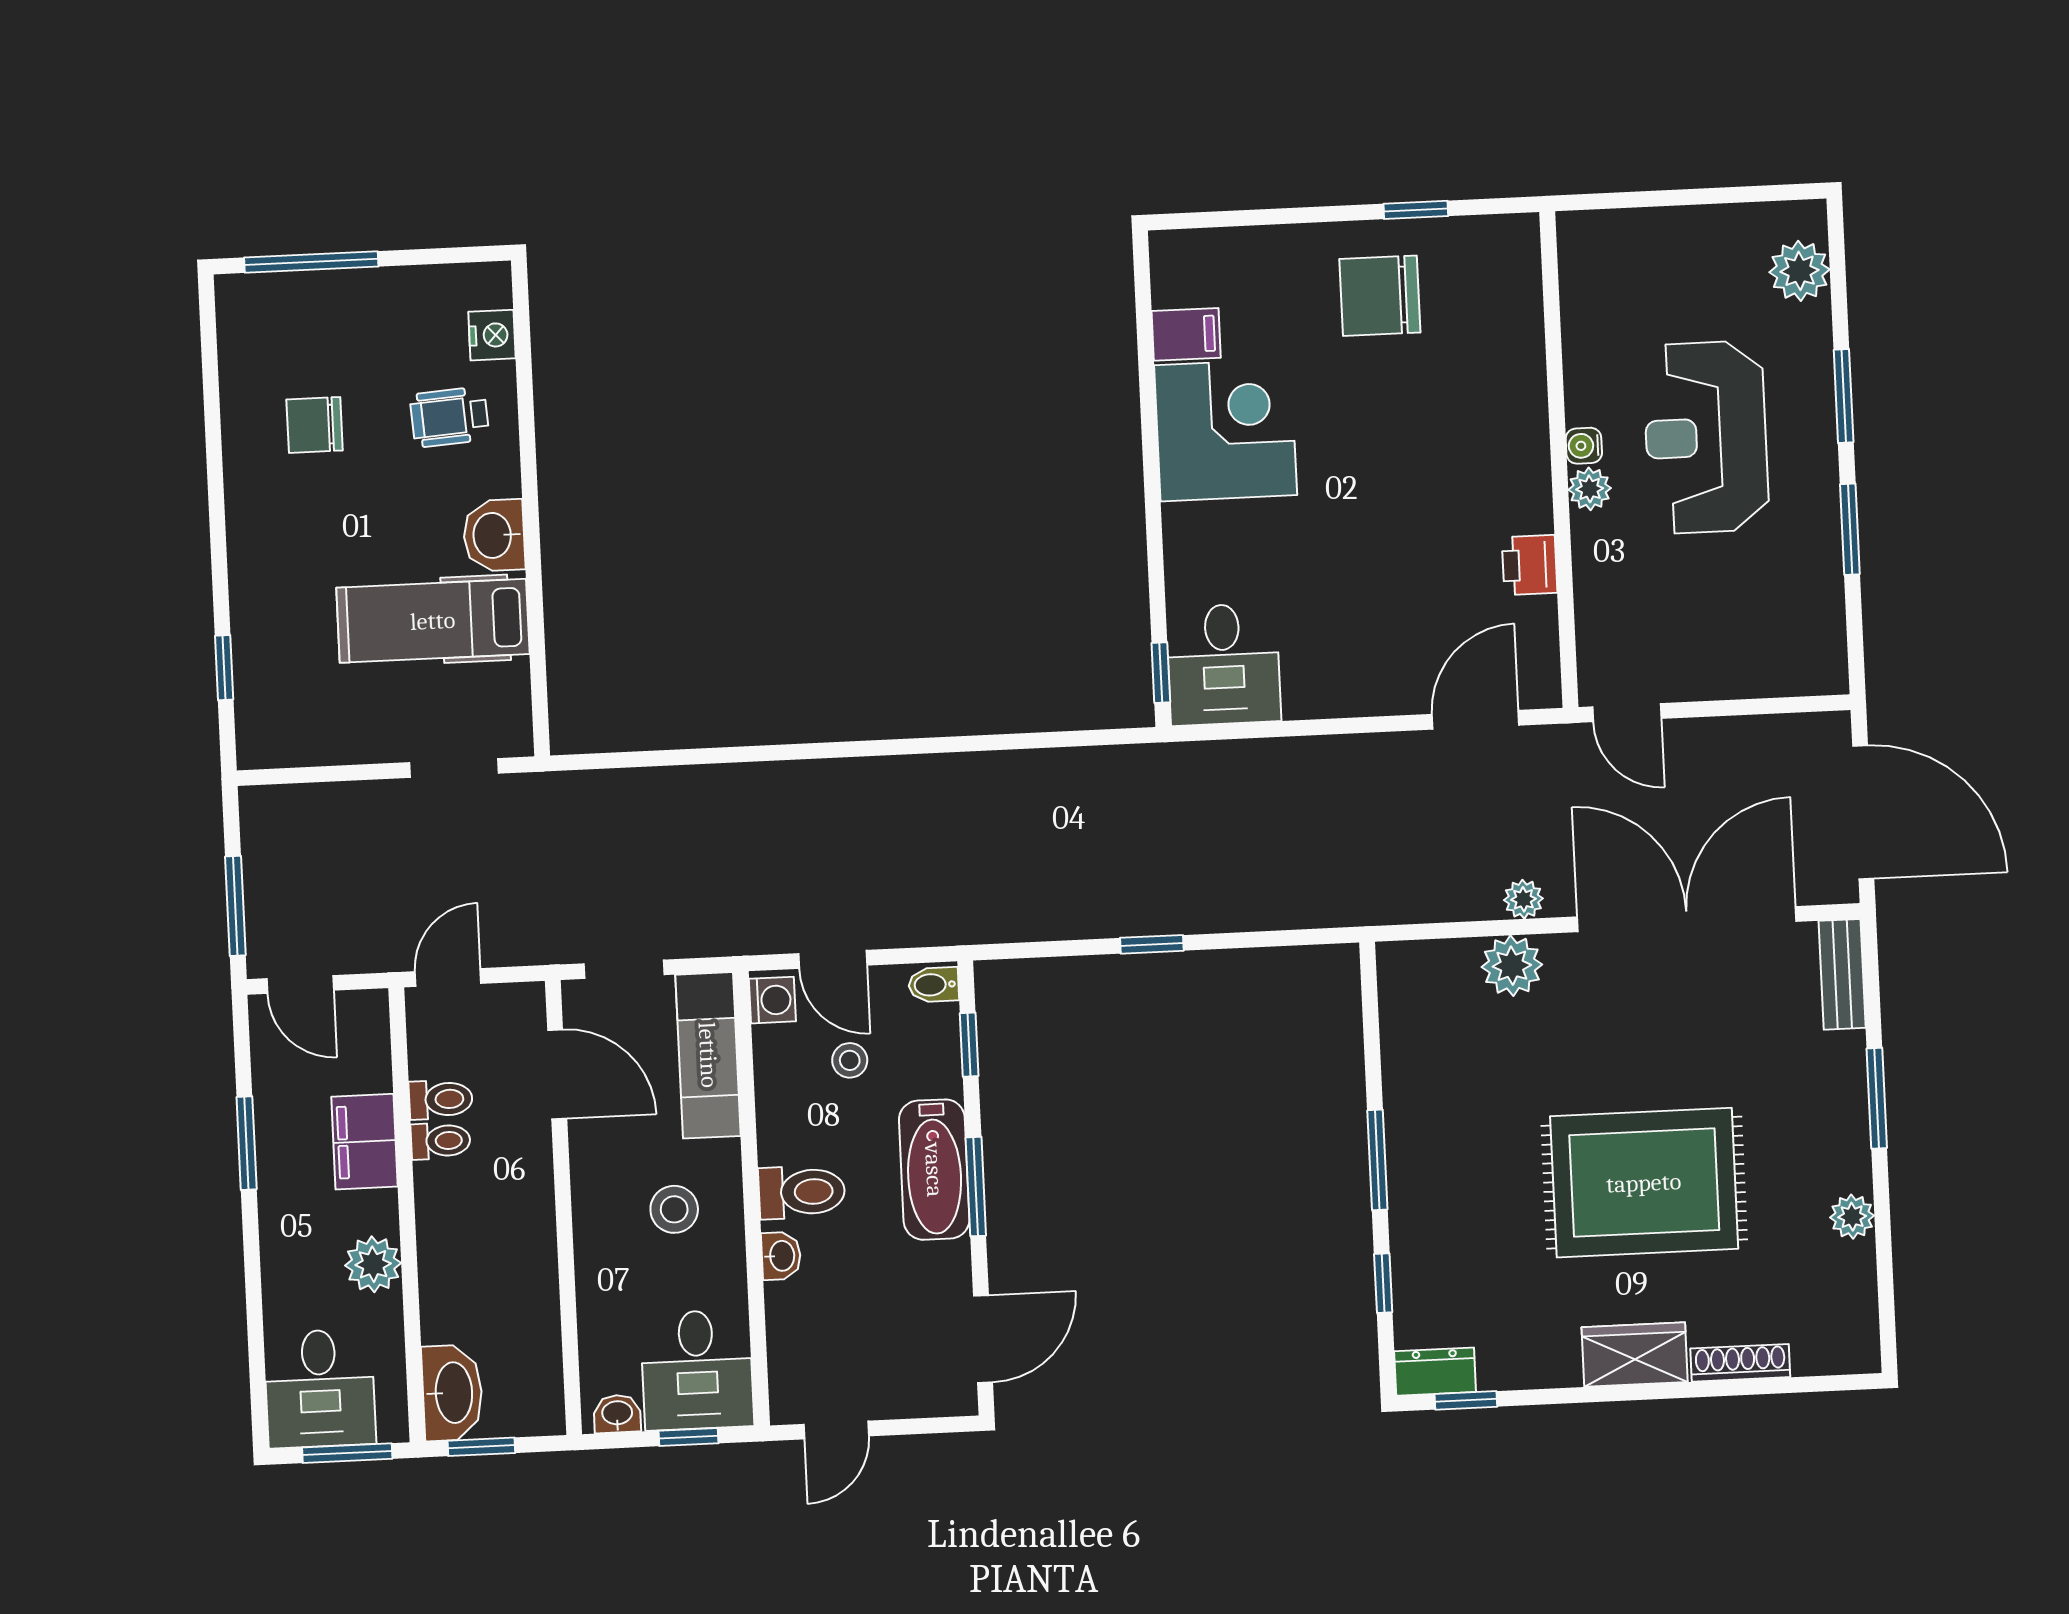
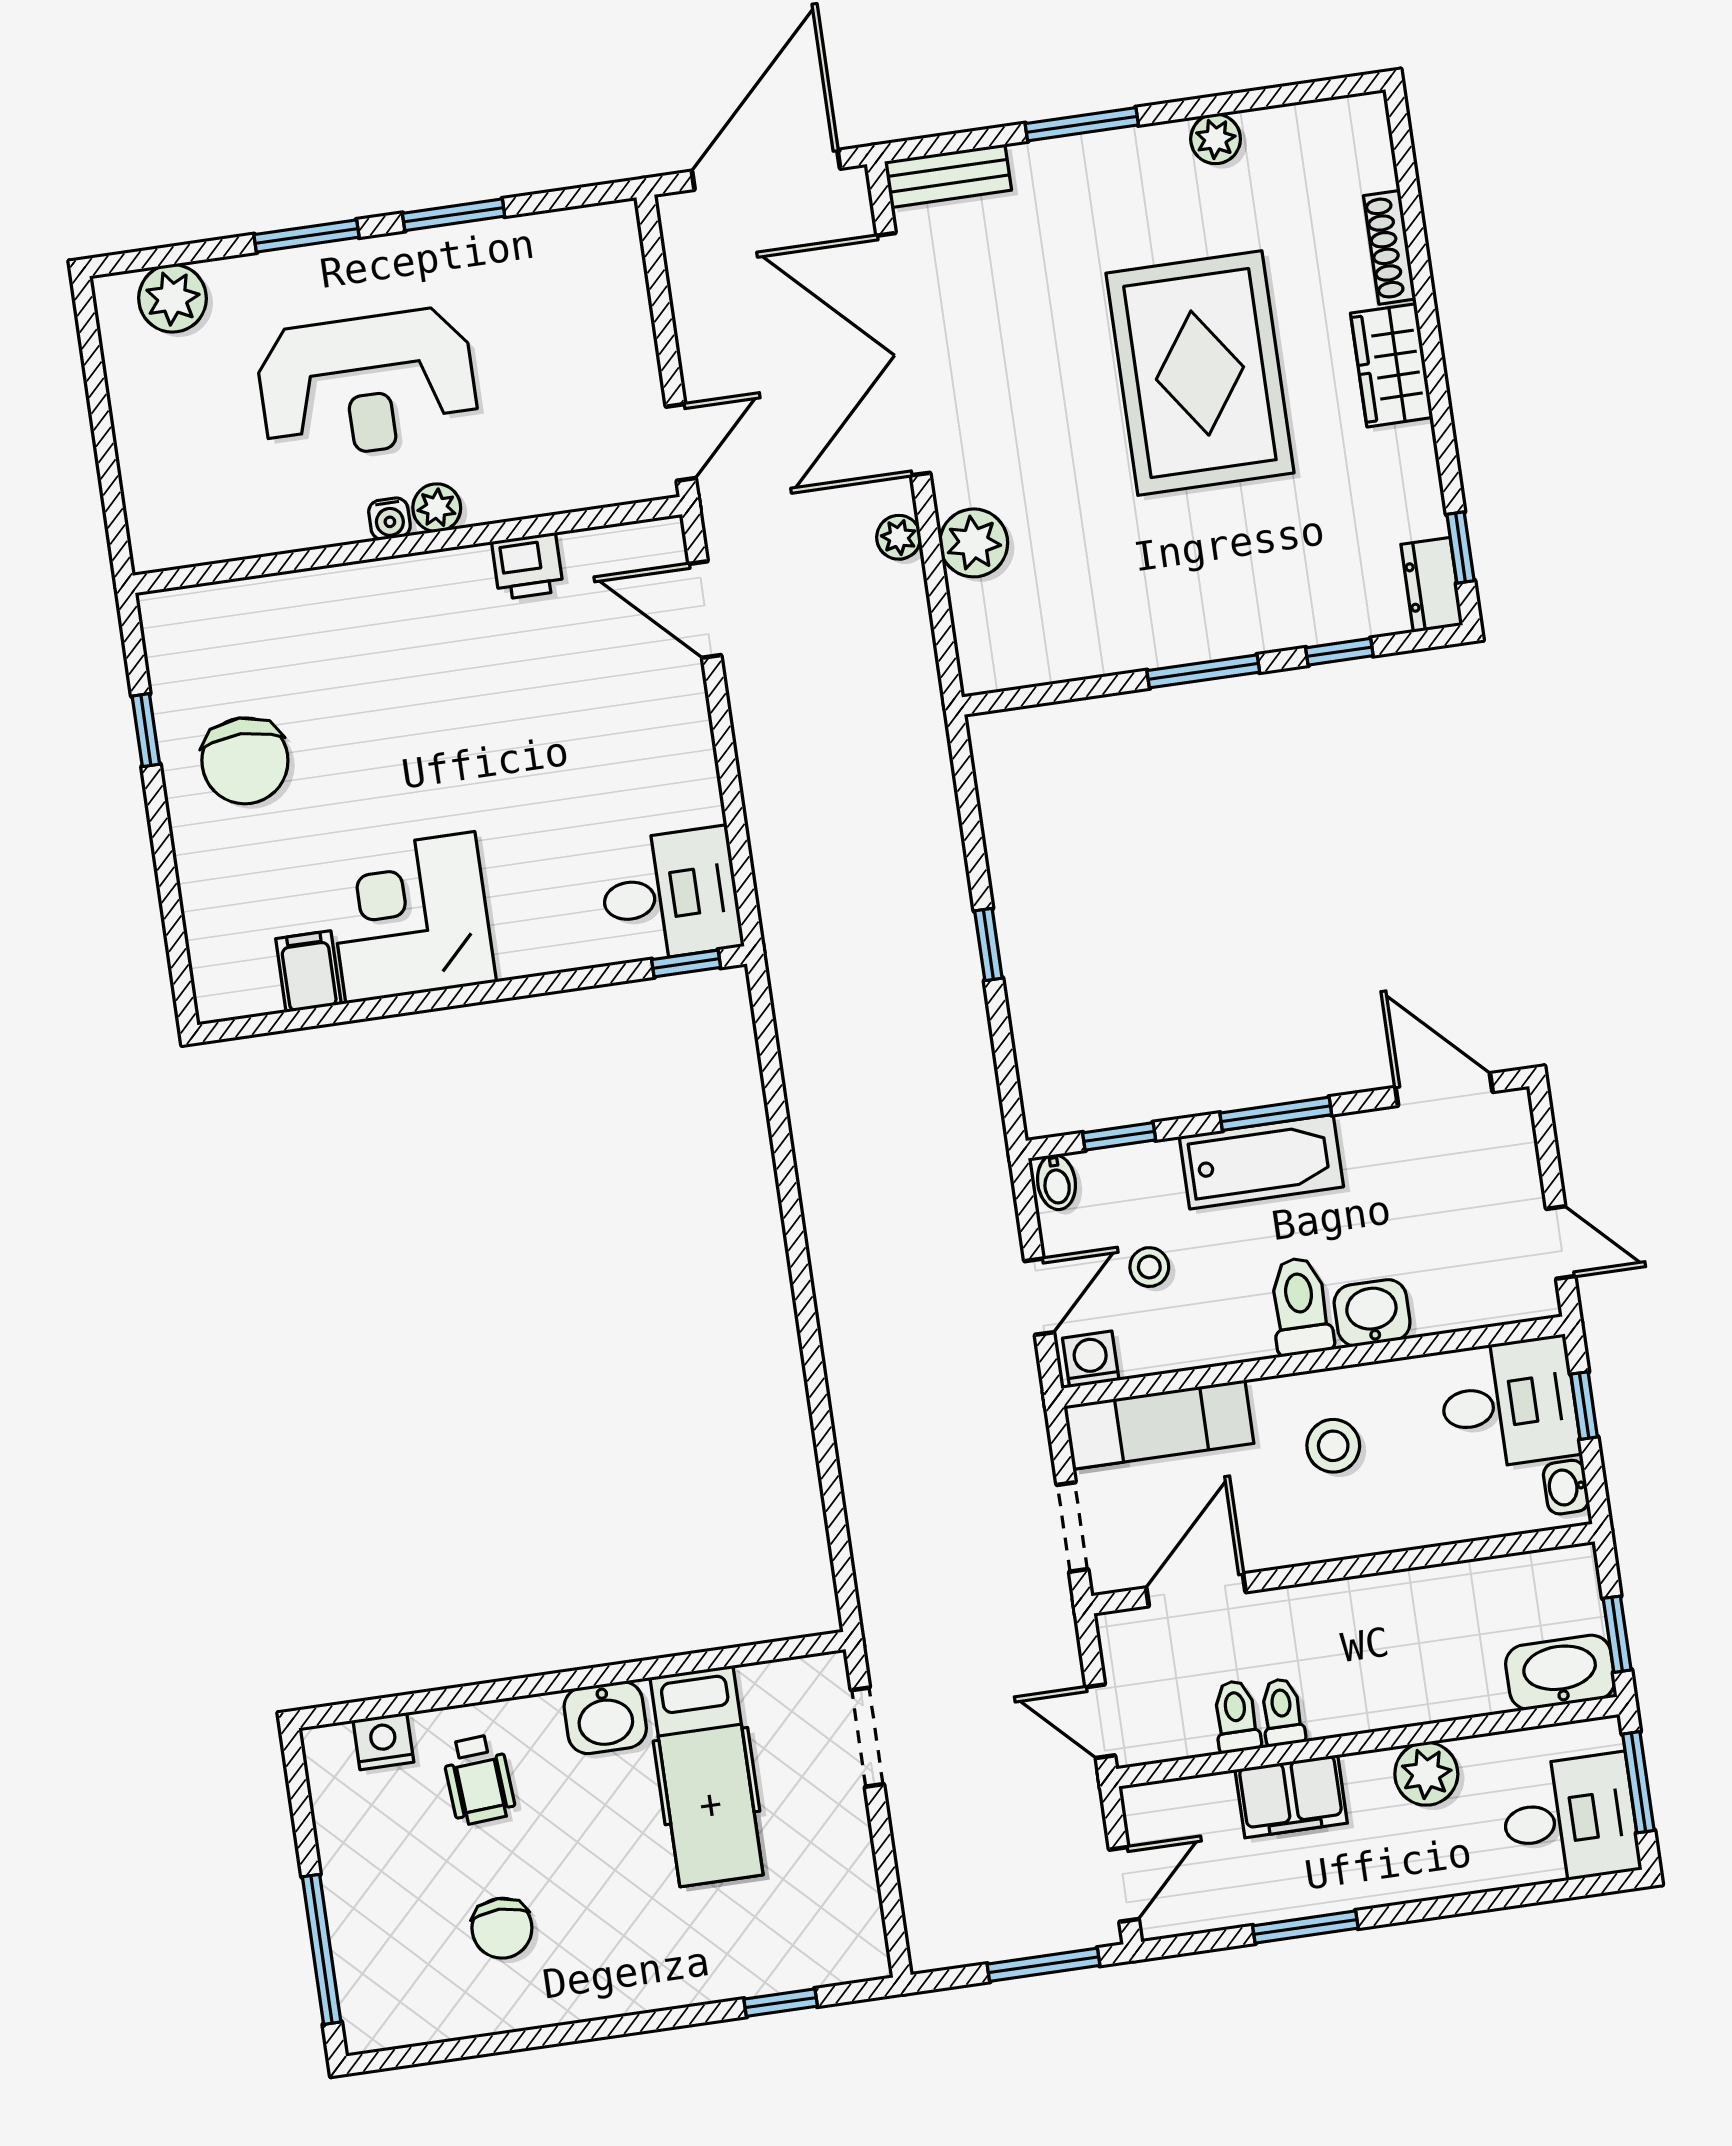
washbasin: (781, 1256) -> (1372, 1313), width x1.38, depth x1.45

